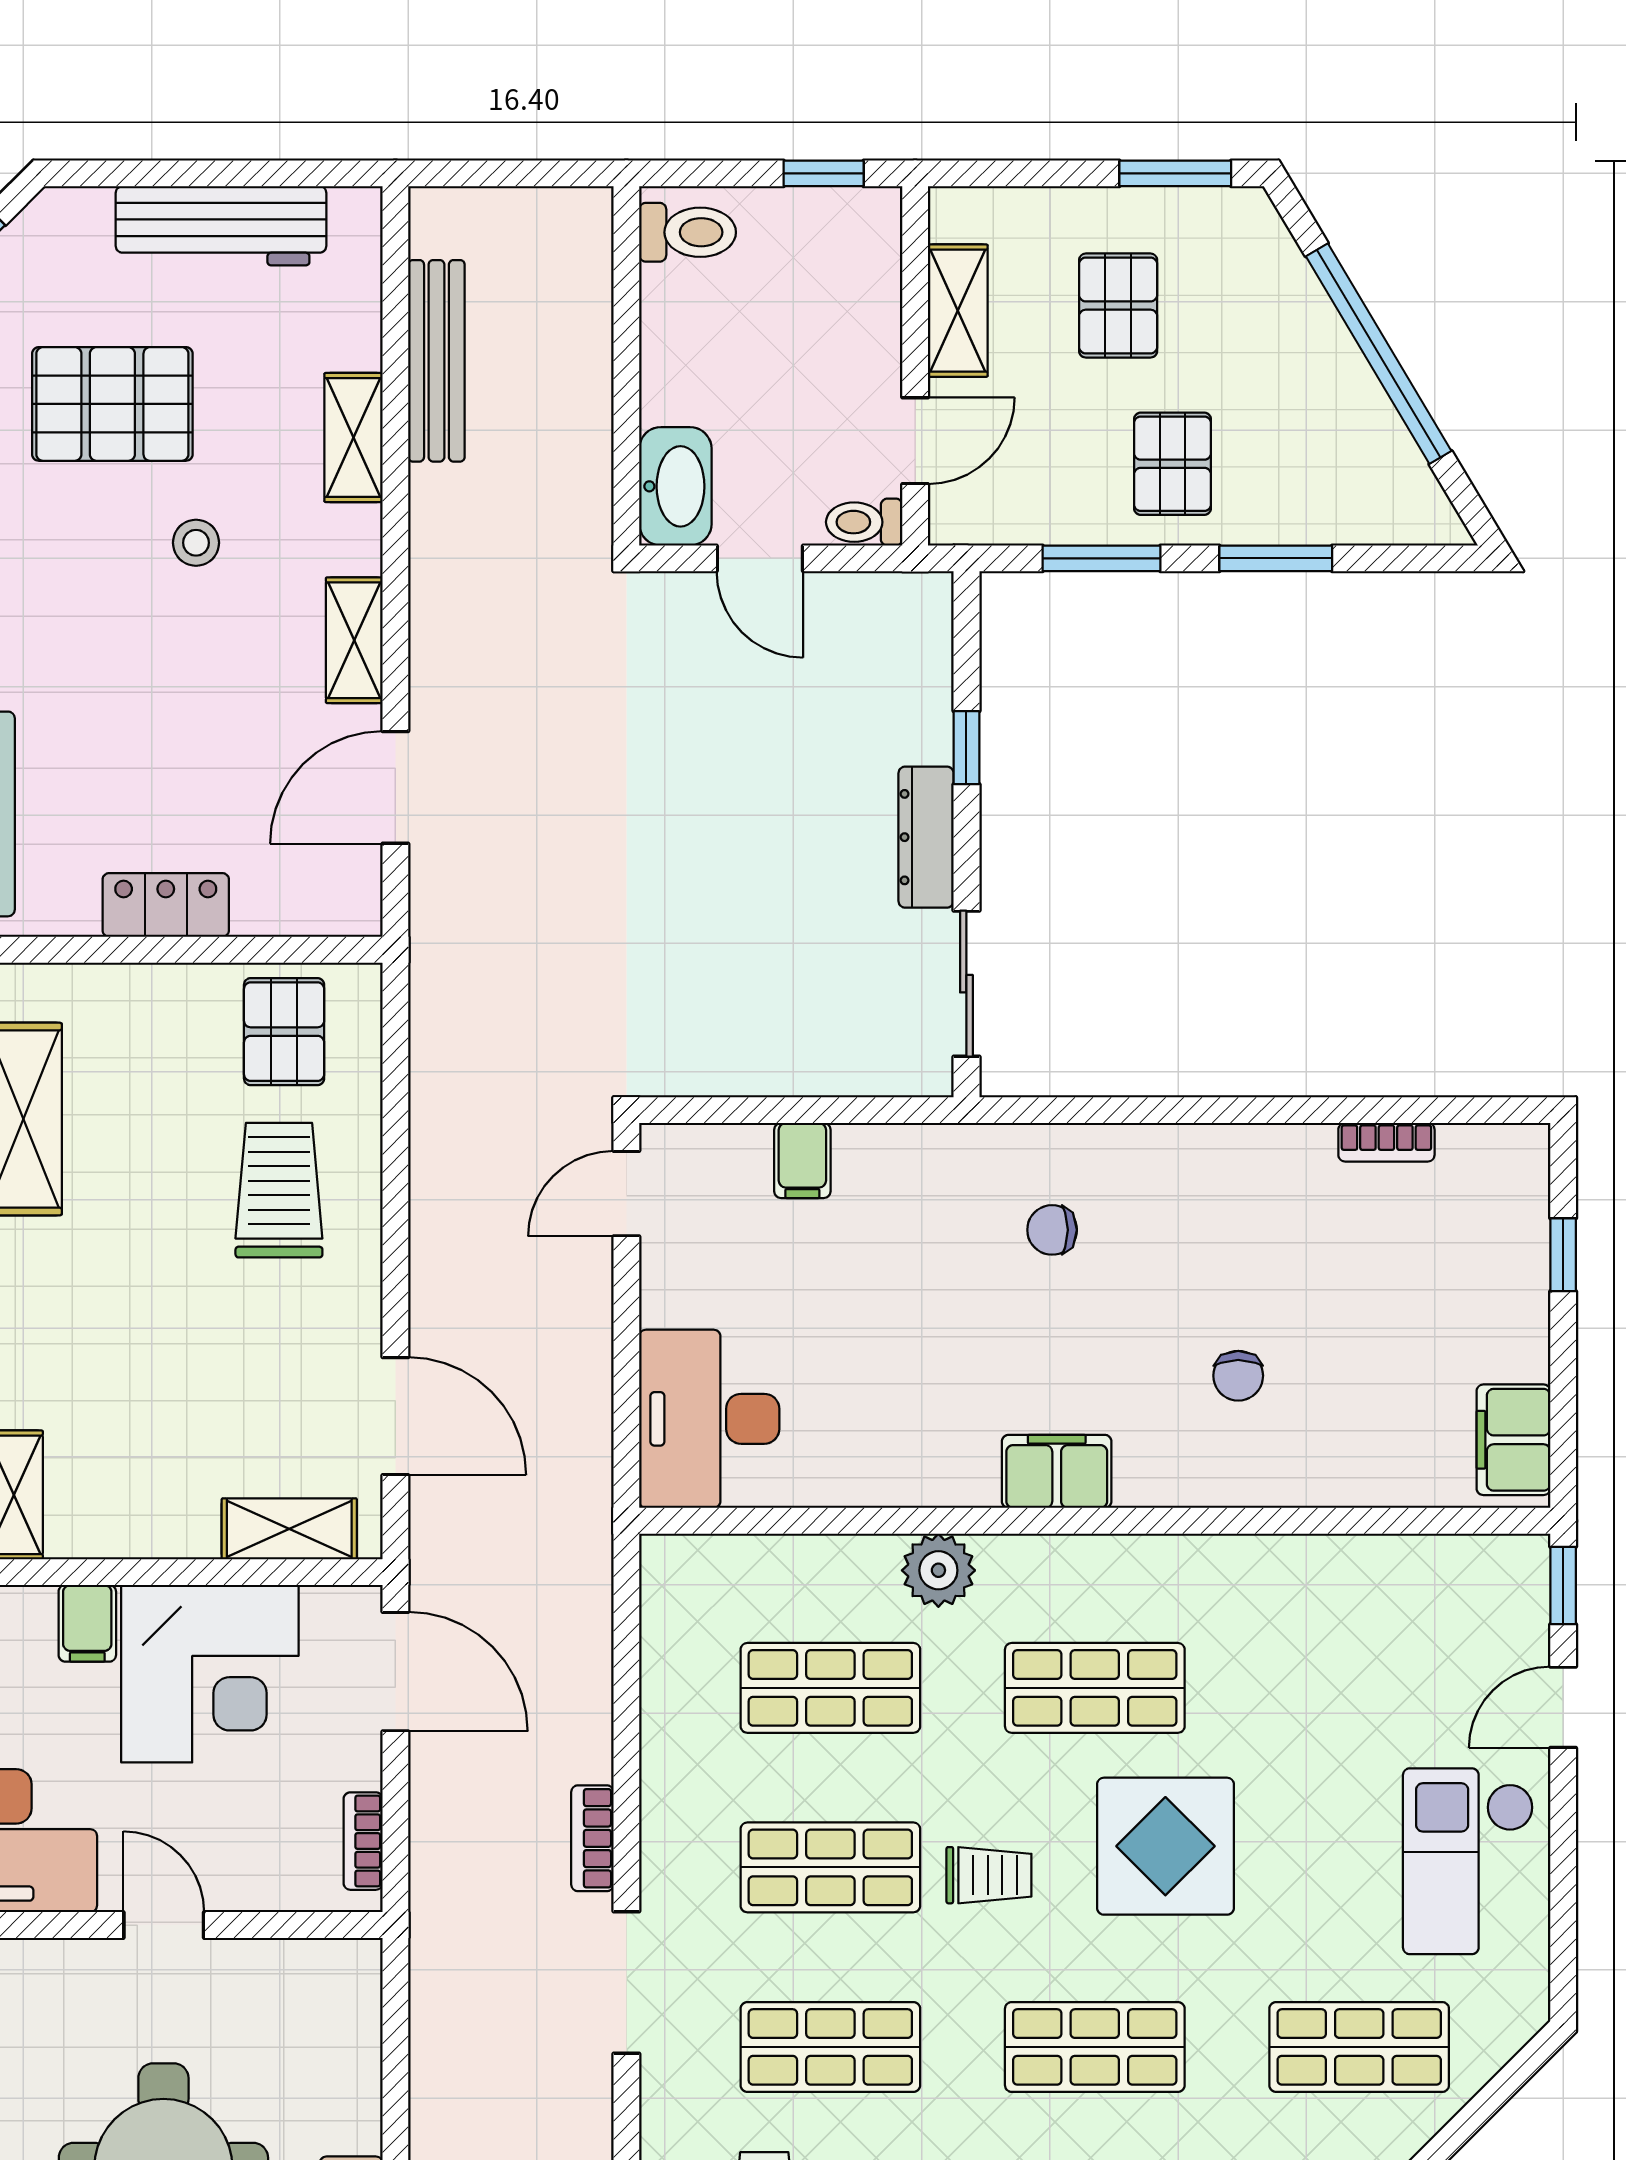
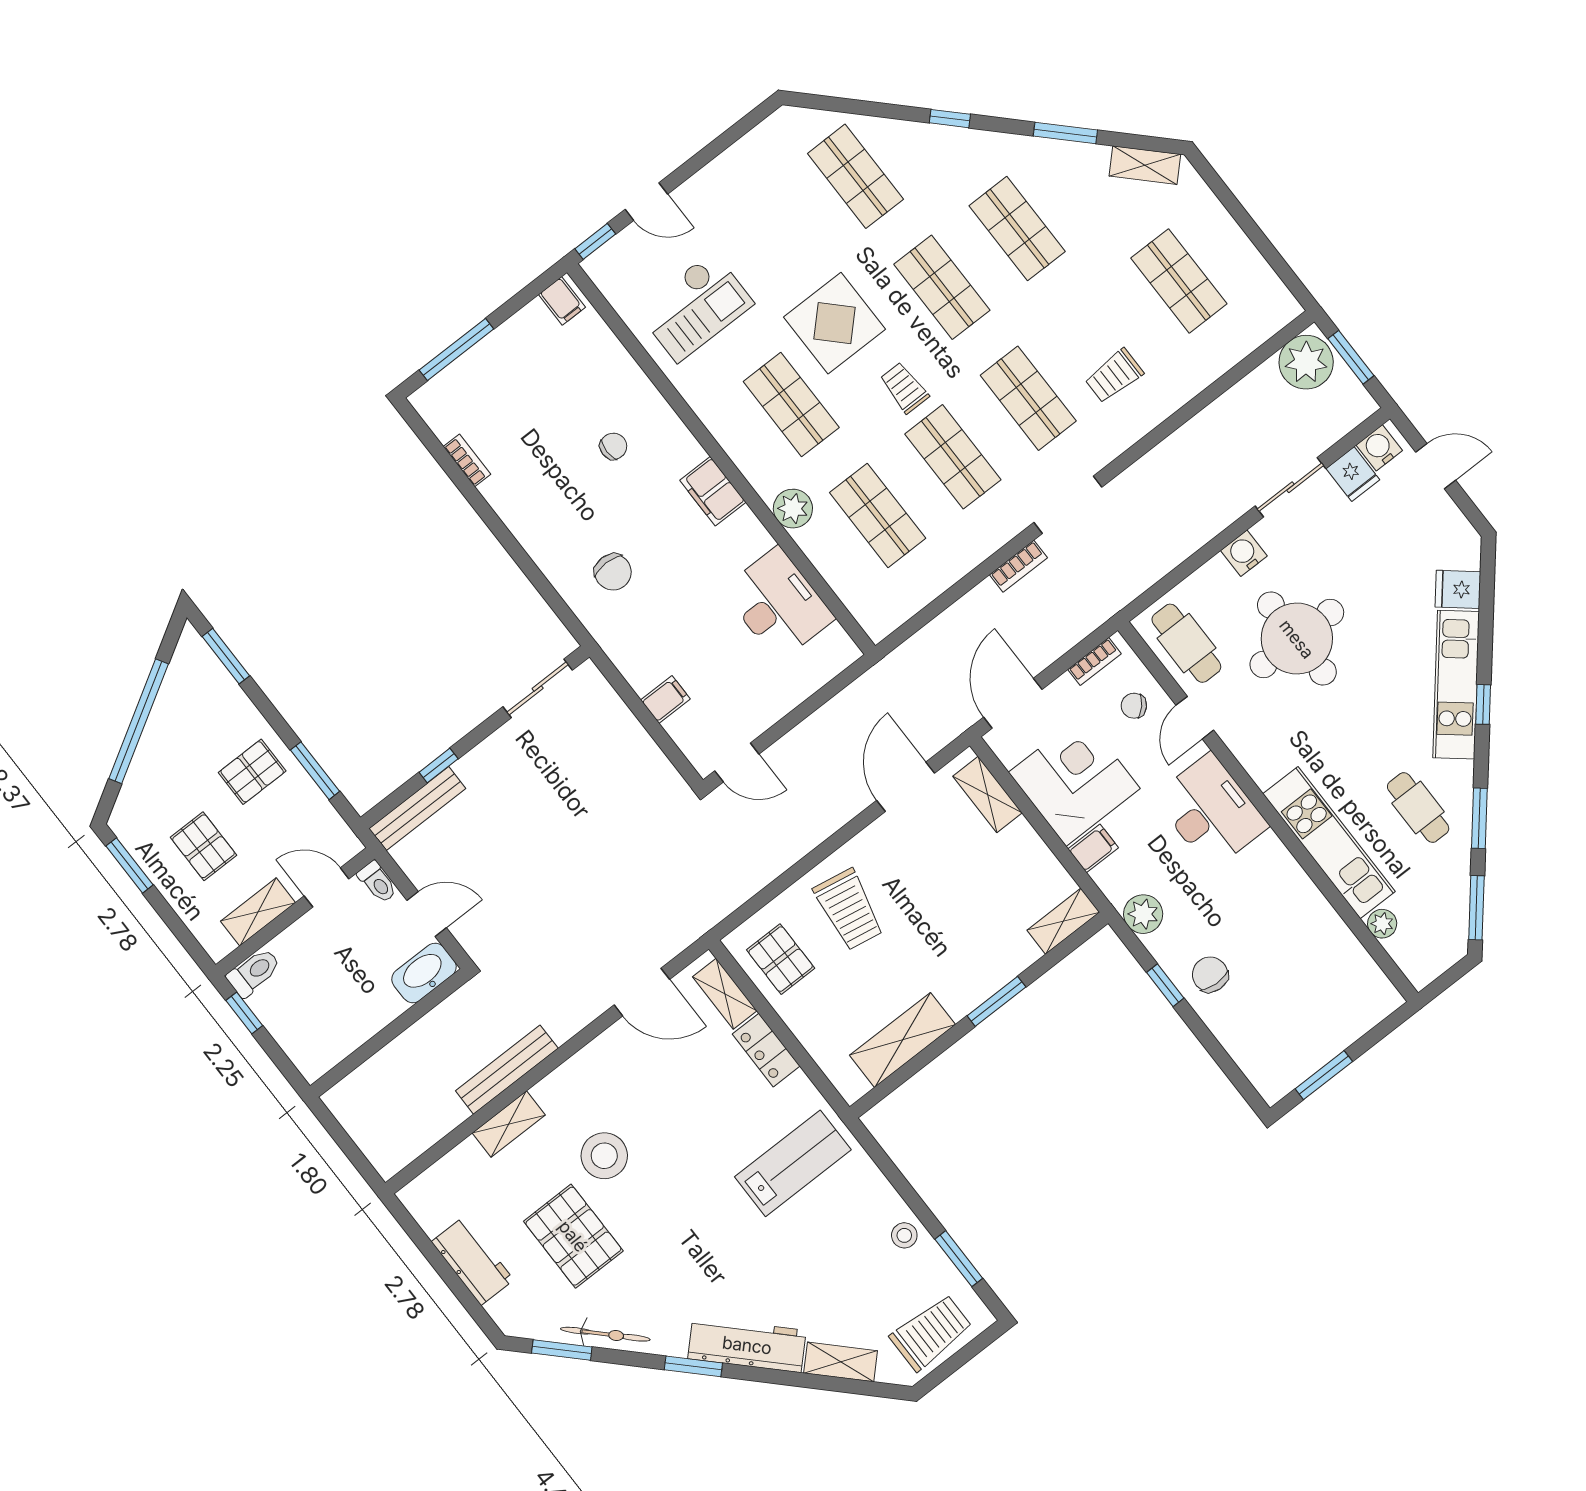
workbench: (221, 226) -> (472, 1261), width x0.73
toilet: (688, 232) -> (254, 972), moved, turned 90
pallet: (1118, 306) -> (204, 846), turned 90
bench: (436, 361) -> (507, 1070), moved
stool: (196, 543) -> (604, 1156), width x1.89, depth x1.89
door: (760, 558) -> (427, 914), hinge flipped
window: (1276, 558) -> (226, 656), moved
shelving: (354, 640) -> (725, 994), moved, turned 90
bench: (927, 666) -> (417, 809), added
dresser: (926, 837) -> (489, 753), removed
pallet: (284, 1032) -> (781, 959), turned 90
trolley: (279, 1190) -> (849, 909), turned -80
chair: (1052, 1230) -> (613, 572), width x1.37, depth x1.37
window: (1563, 1255) -> (456, 349), width x2.17
desk: (709, 1419) -> (778, 604), moved, turned -90
filing cabinet: (1513, 1440) -> (562, 301), width x0.50
chair: (252, 1848) -> (1134, 706), added
checkout: (1468, 1861) -> (695, 307), moved
cafe table: (284, 1999) -> (1186, 643), added

